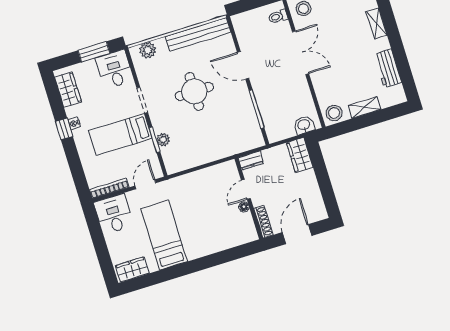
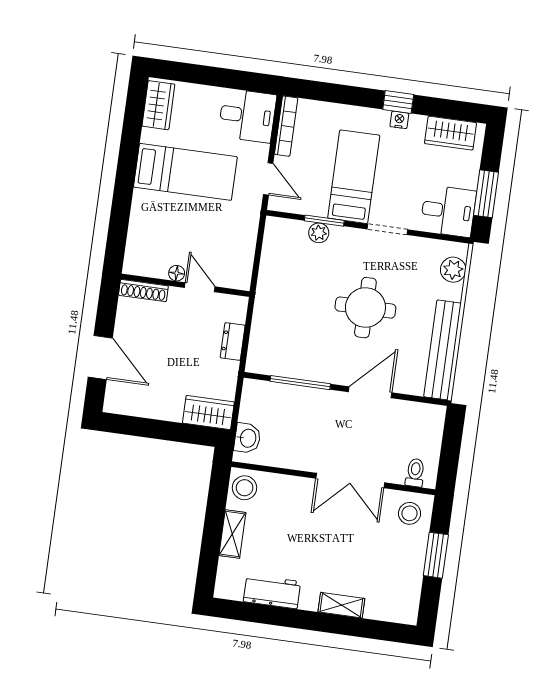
door: (246, 189) -> (200, 287), moved
wall: (249, 198) -> (185, 285), moved
floor lamp: (244, 207) -> (177, 273), moved
shoe rack: (263, 222) -> (143, 291), moved

